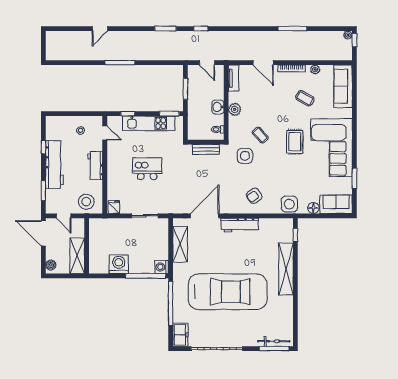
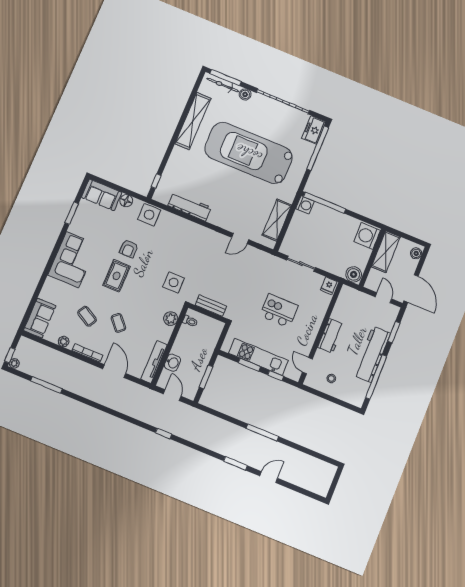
window: (165, 29) -> (235, 463), moved
window: (293, 29) -> (46, 385), moved
tv unit: (234, 78) -> (154, 362), width x1.41
sofa: (343, 86) -> (40, 318), width x0.73
washbasin: (218, 107) -> (172, 363), moved
plant: (235, 109) -> (171, 319), moved
window: (169, 114) -> (249, 365), moved
coffee table: (260, 135) -> (118, 323), moved
window: (43, 147) -> (376, 377), width x3.17
corner sofa: (331, 148) -> (73, 260), width x0.73, depth x0.74
kitchen island: (147, 169) -> (279, 311), turned 180
armchair: (254, 196) -> (129, 249), moved, turned 125
stool: (86, 202) -> (355, 303), removed
door: (205, 216) -> (240, 238), width x0.53
boiler: (97, 225) -> (354, 274), added
workbench: (240, 225) -> (190, 207), moved
washing machine: (119, 264) -> (367, 236), moved, turned 90
shelving: (286, 269) -> (193, 121), moved
window: (171, 303) -> (318, 148), moved
boiler: (251, 341) -> (245, 94), added

